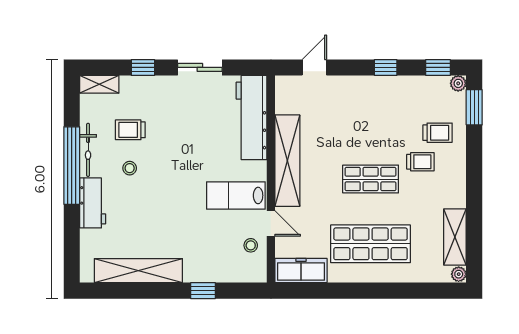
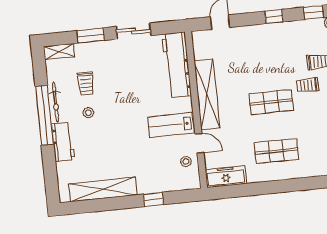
window: (143, 67) -> (91, 35), width x1.50
trolley: (130, 130) -> (86, 84), turned -90
trolley: (420, 162) -> (308, 85), turned 180
shop shelf: (371, 244) -> (276, 151), width x0.70, depth x0.74

